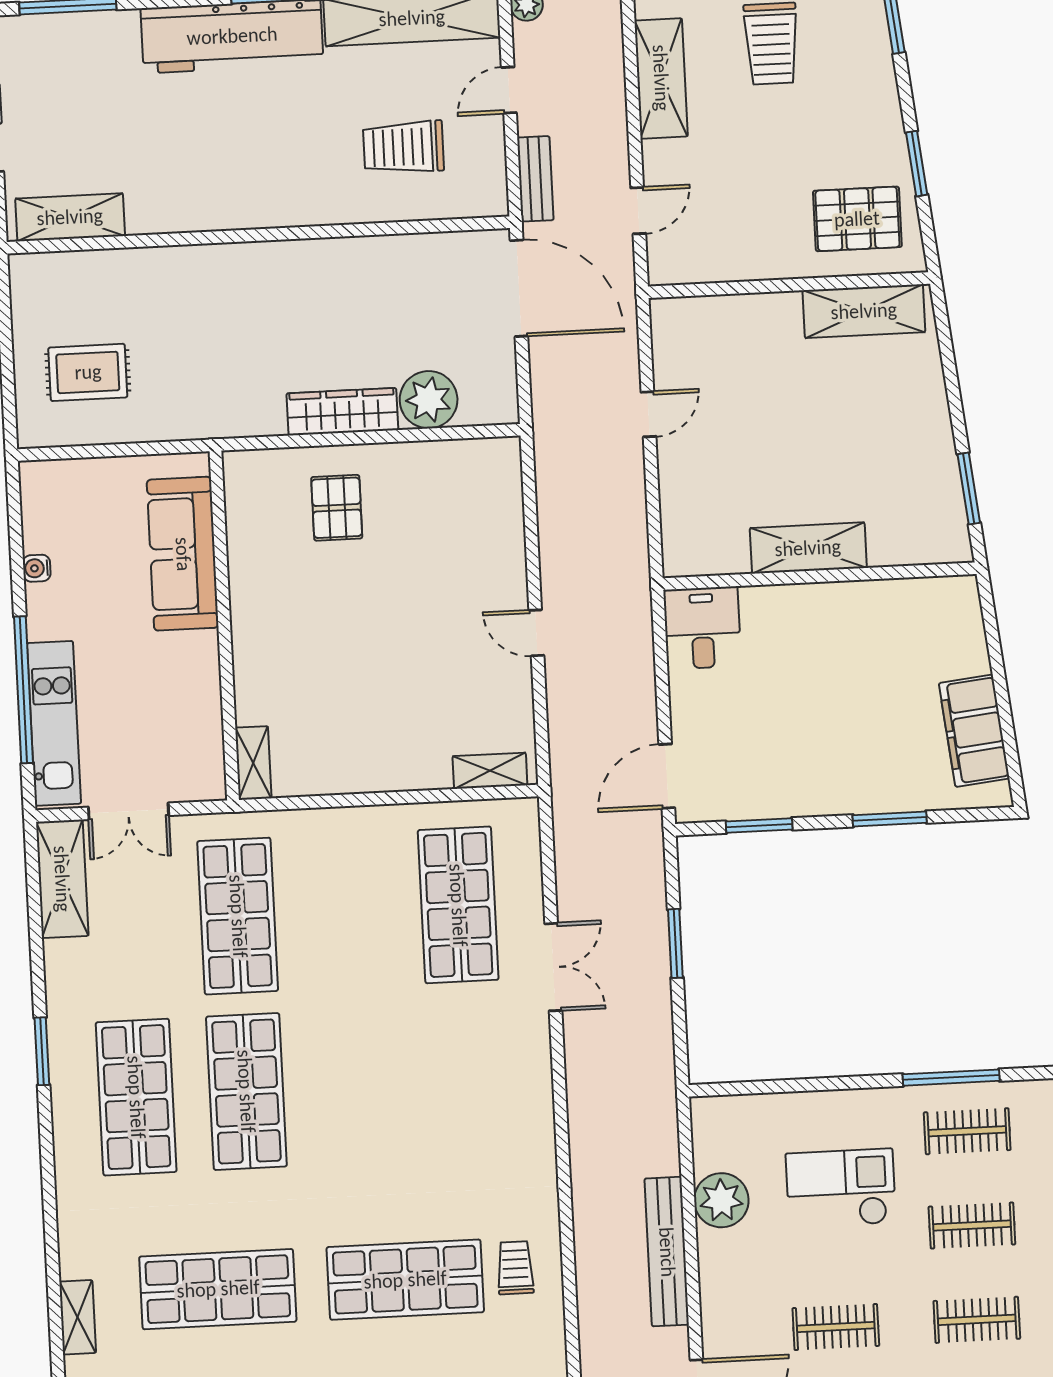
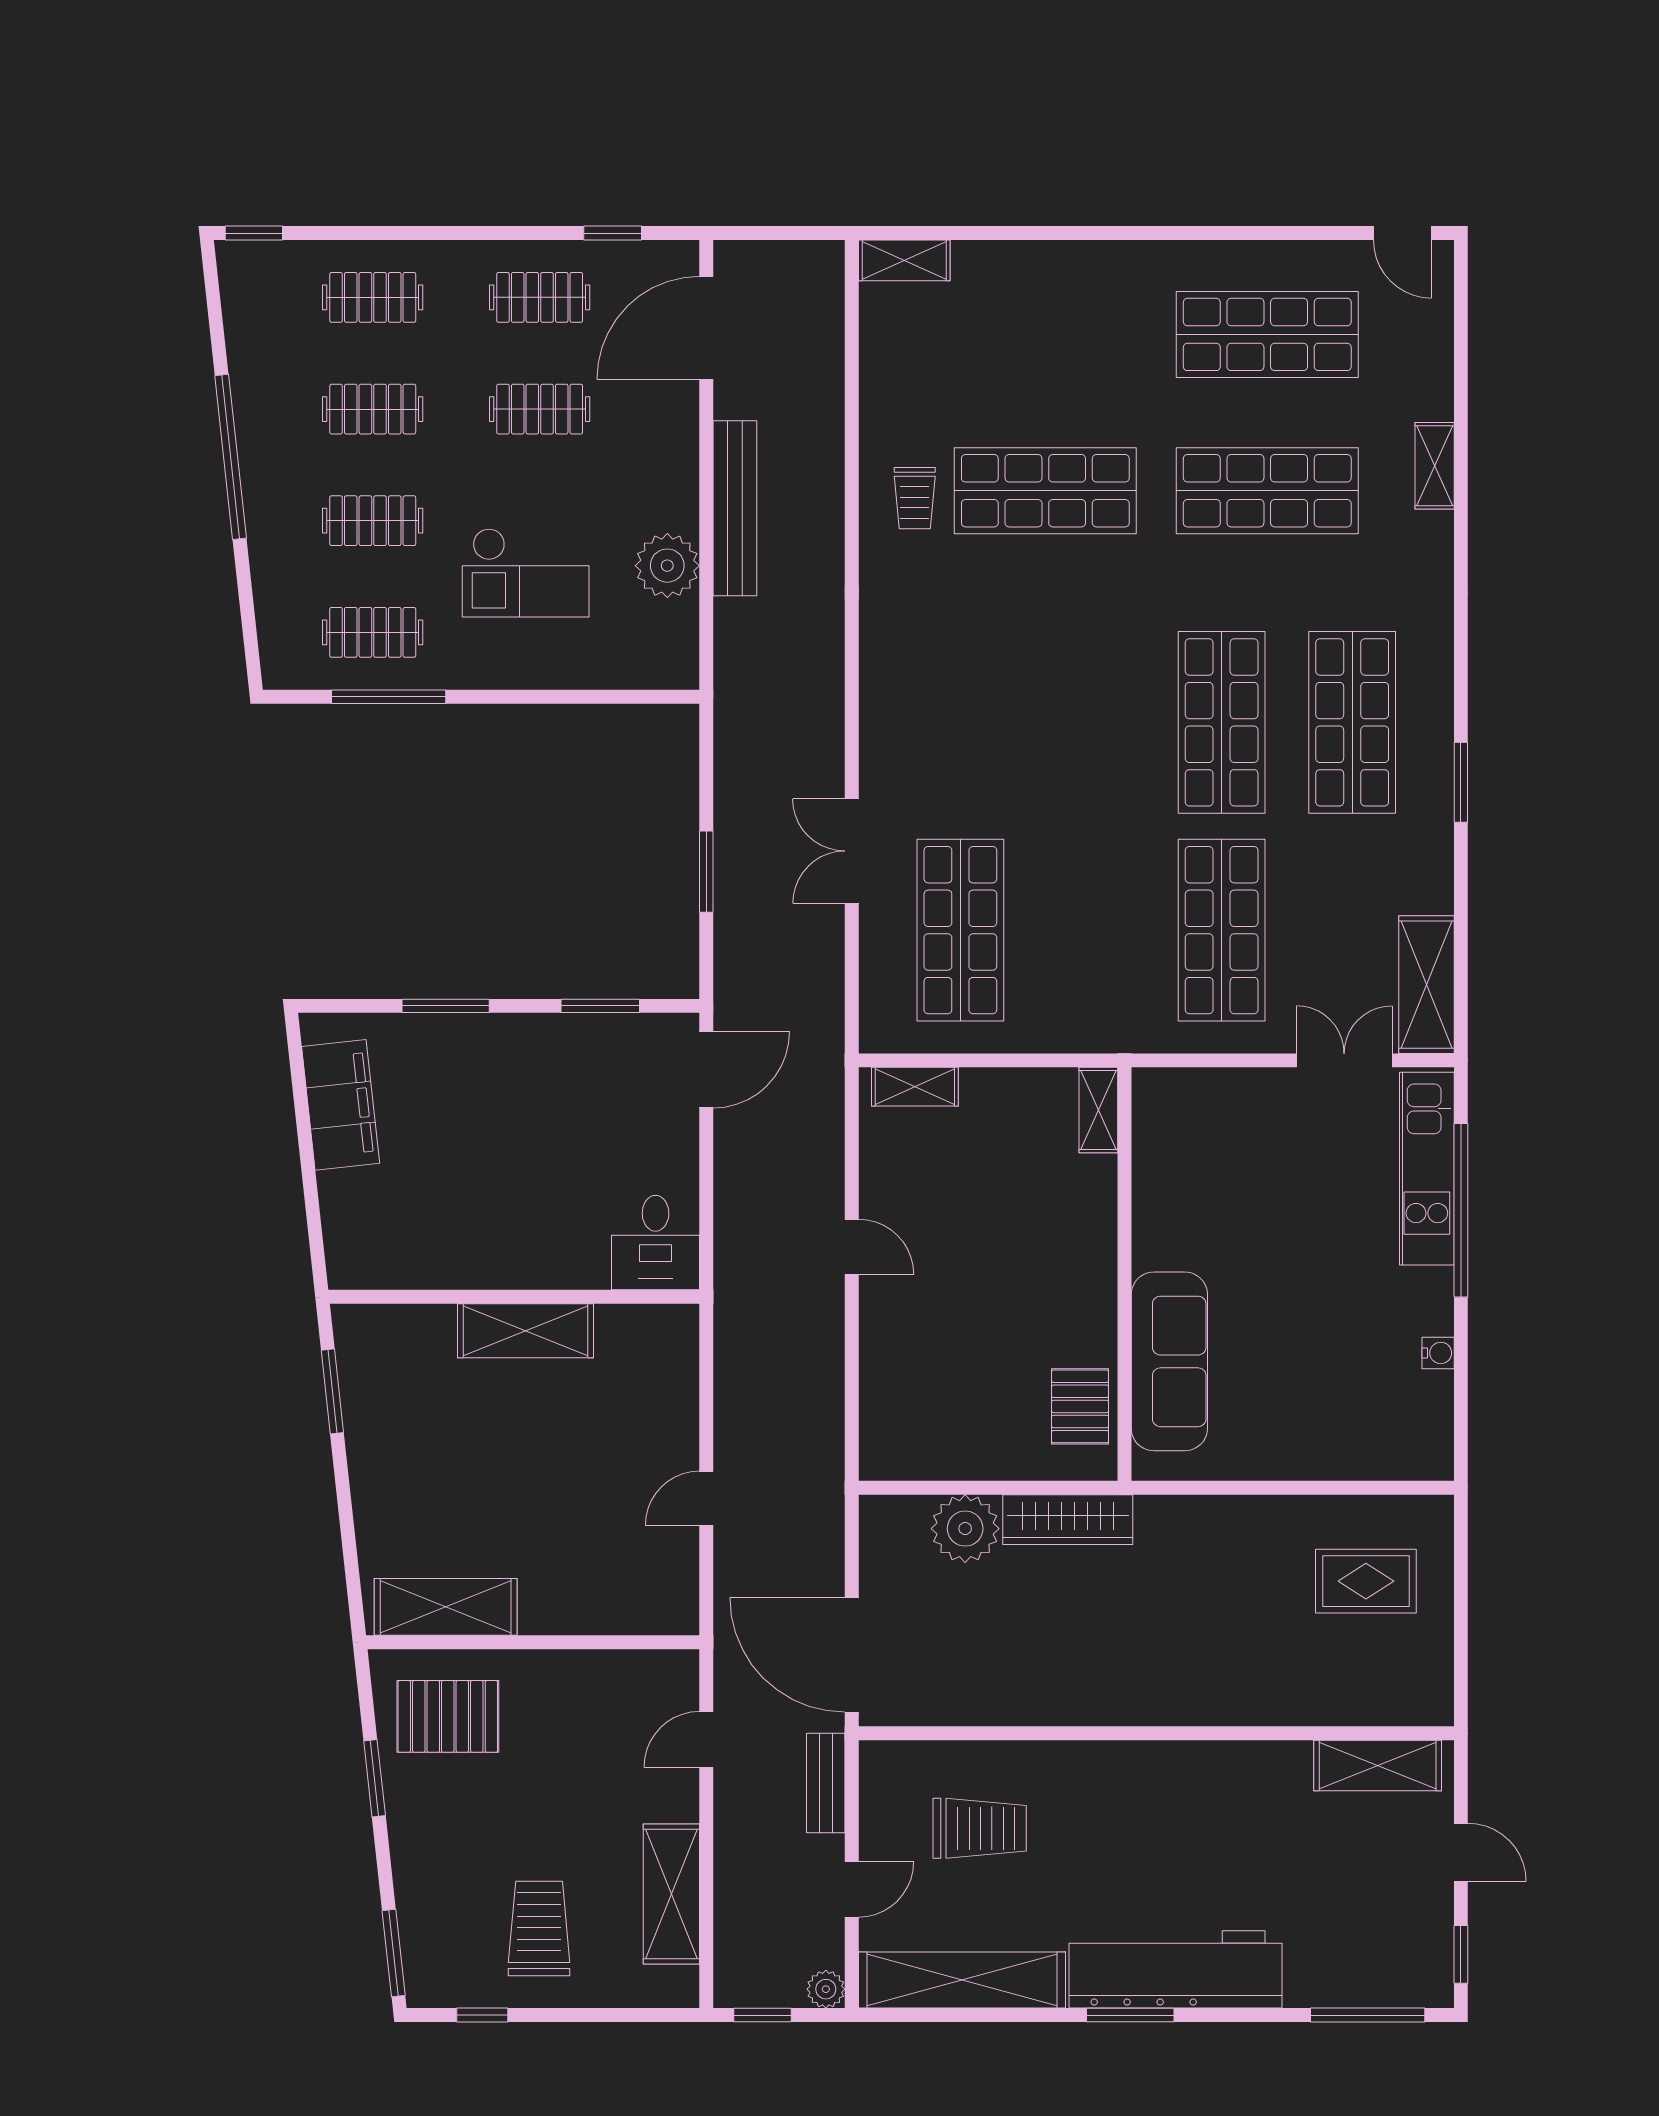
sofa: (183, 554) -> (1169, 1361), moved
wall: (224, 626) -> (1124, 1274), moved
shelving: (253, 763) -> (1098, 1110), moved

